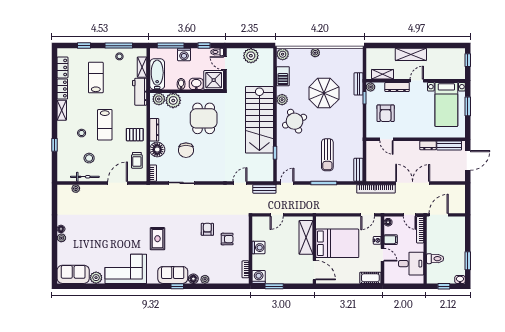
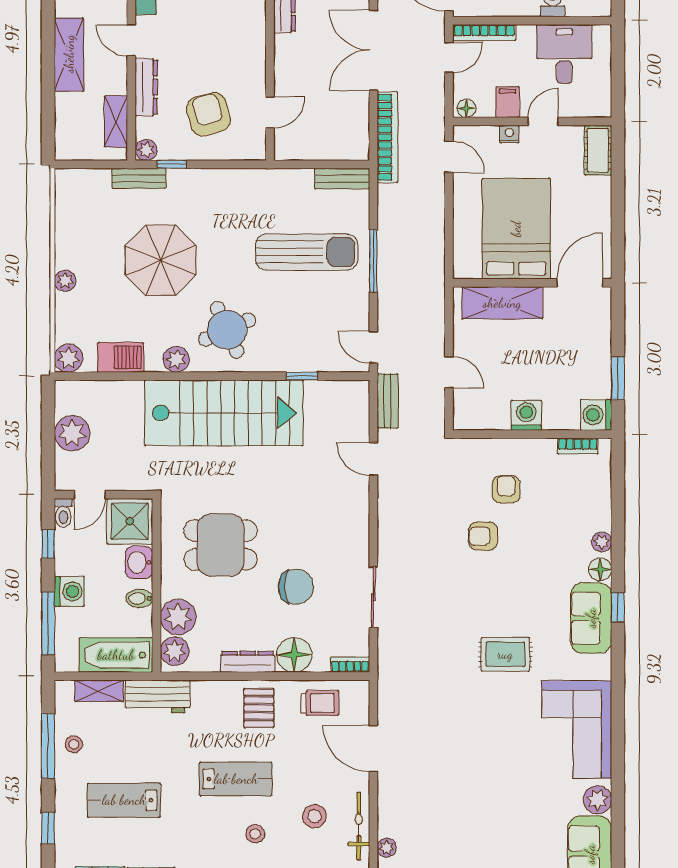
armchair: (386, 113) -> (208, 114), turned -105
sun lounger: (327, 155) -> (307, 252), width x1.36, depth x1.34

